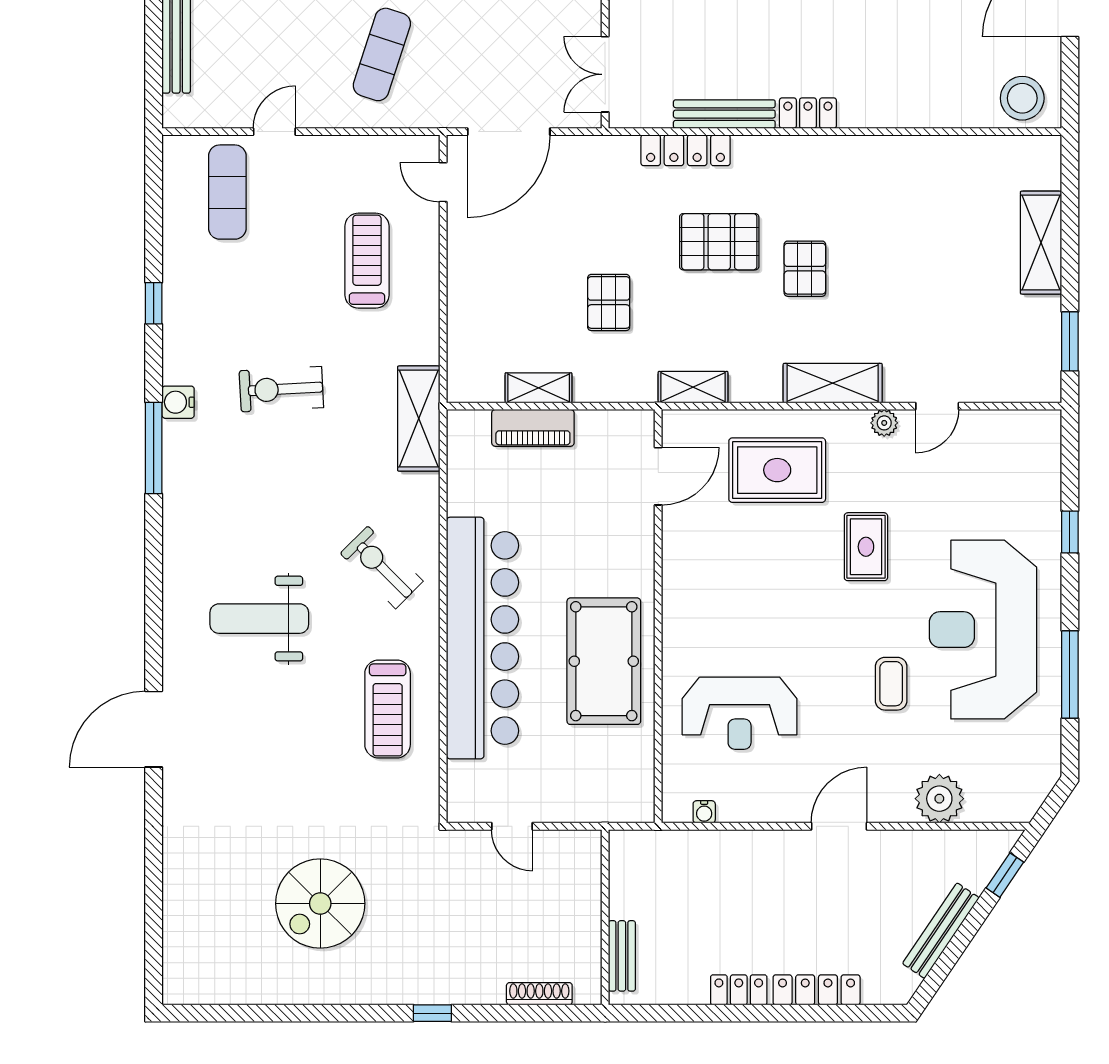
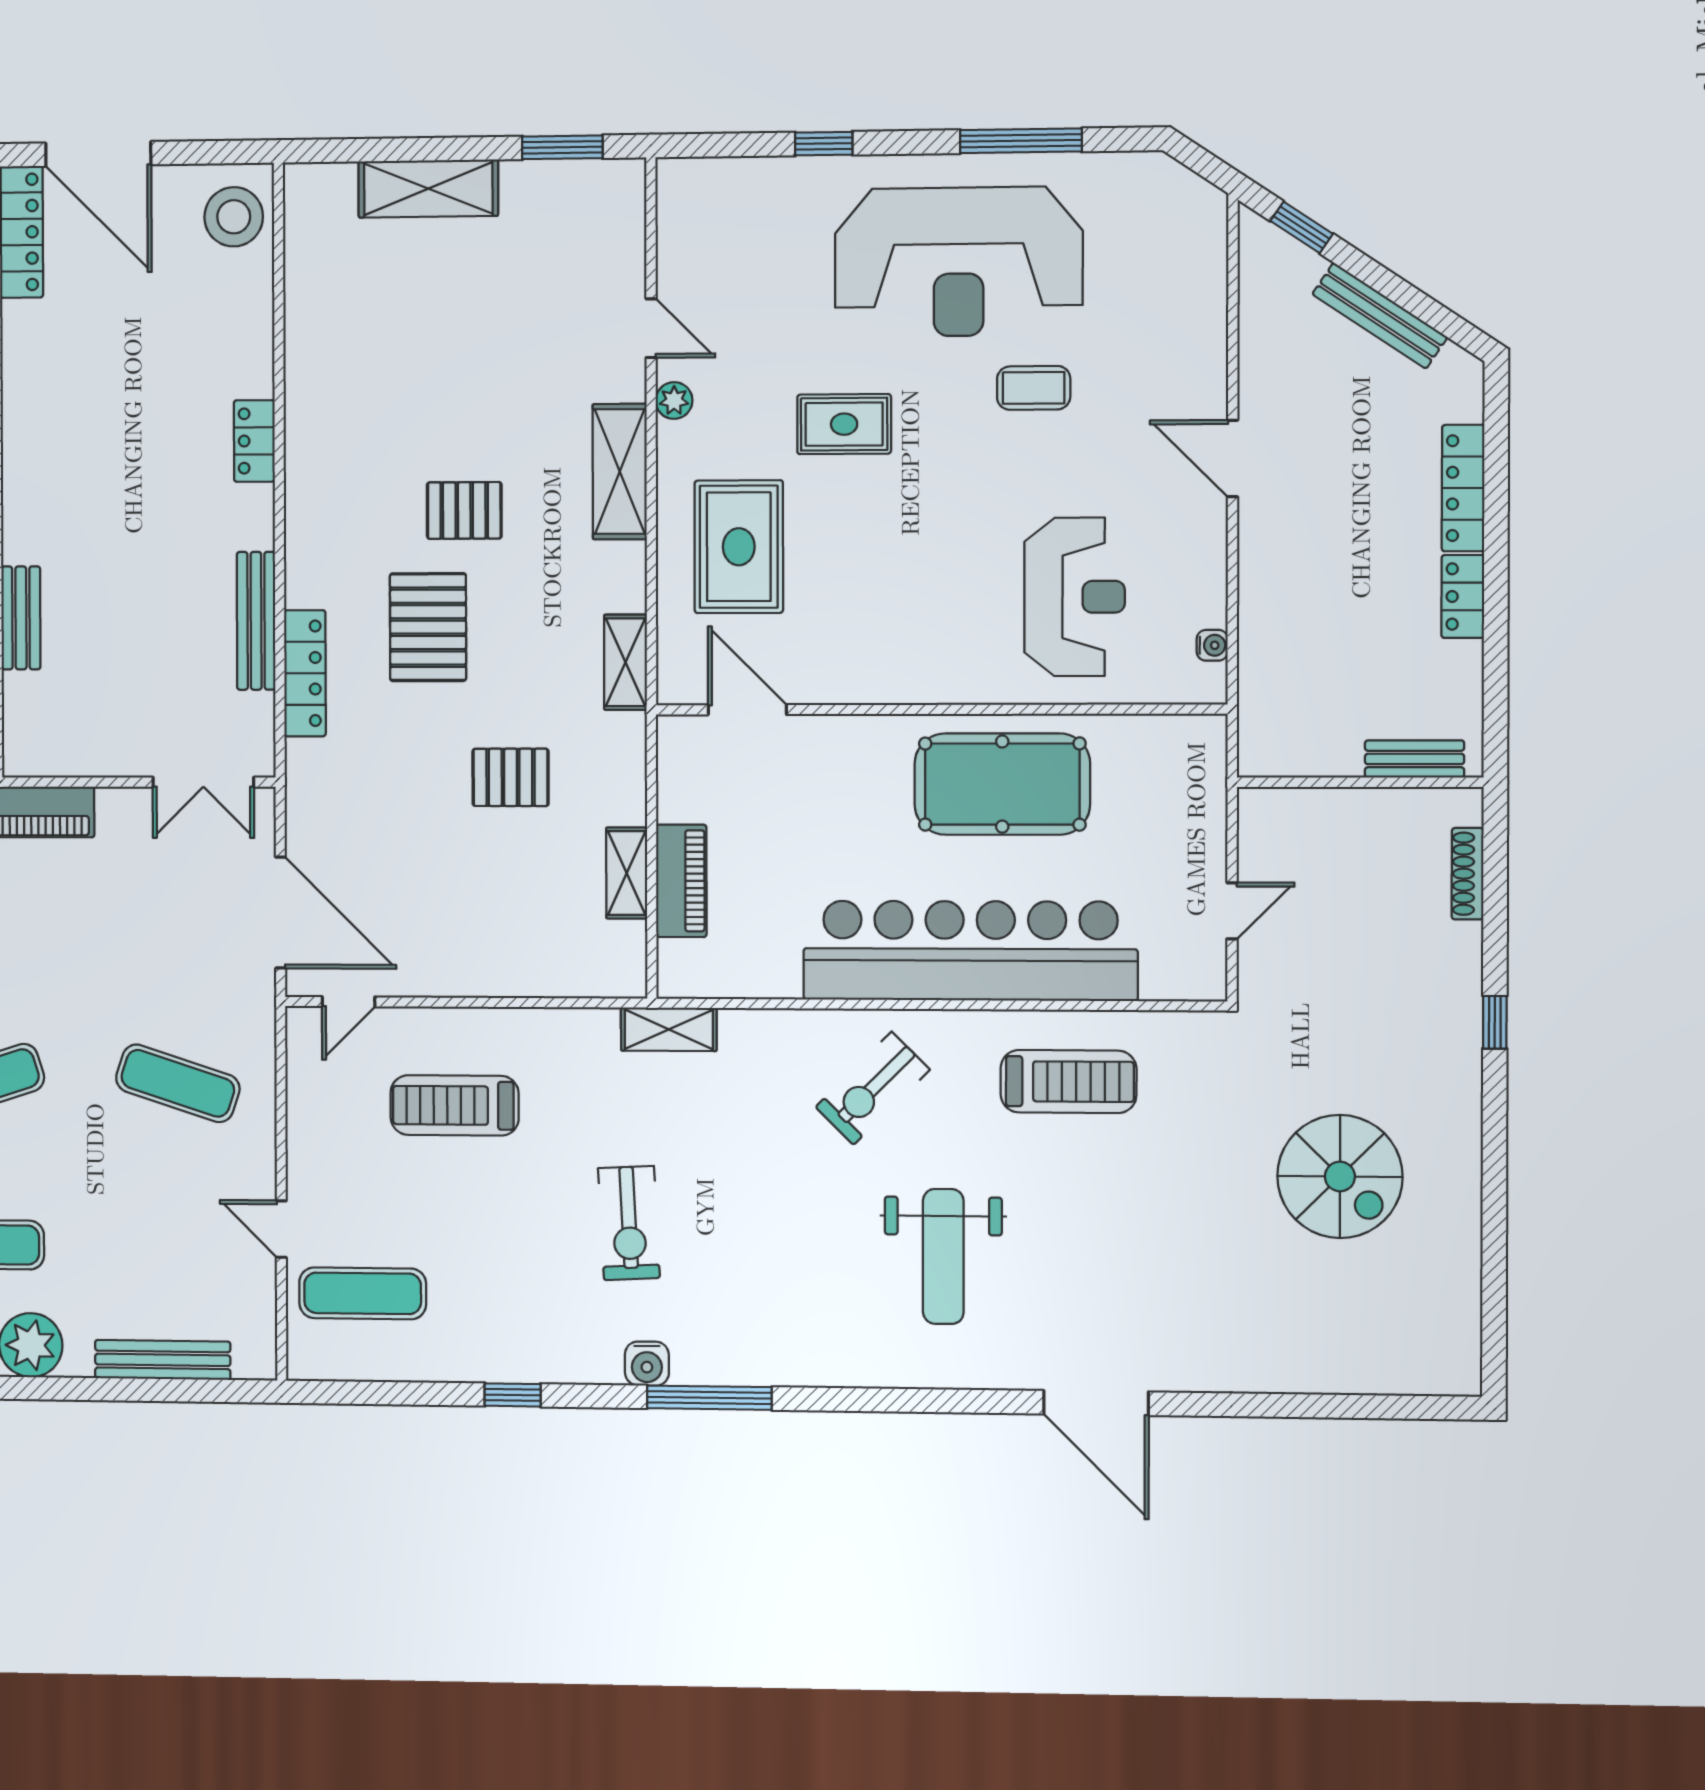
locker: (808, 113) -> (254, 441), moved
shelving: (419, 419) -> (669, 1029), width x0.67, depth x0.75
plant: (939, 799) -> (1194, 320), removed

